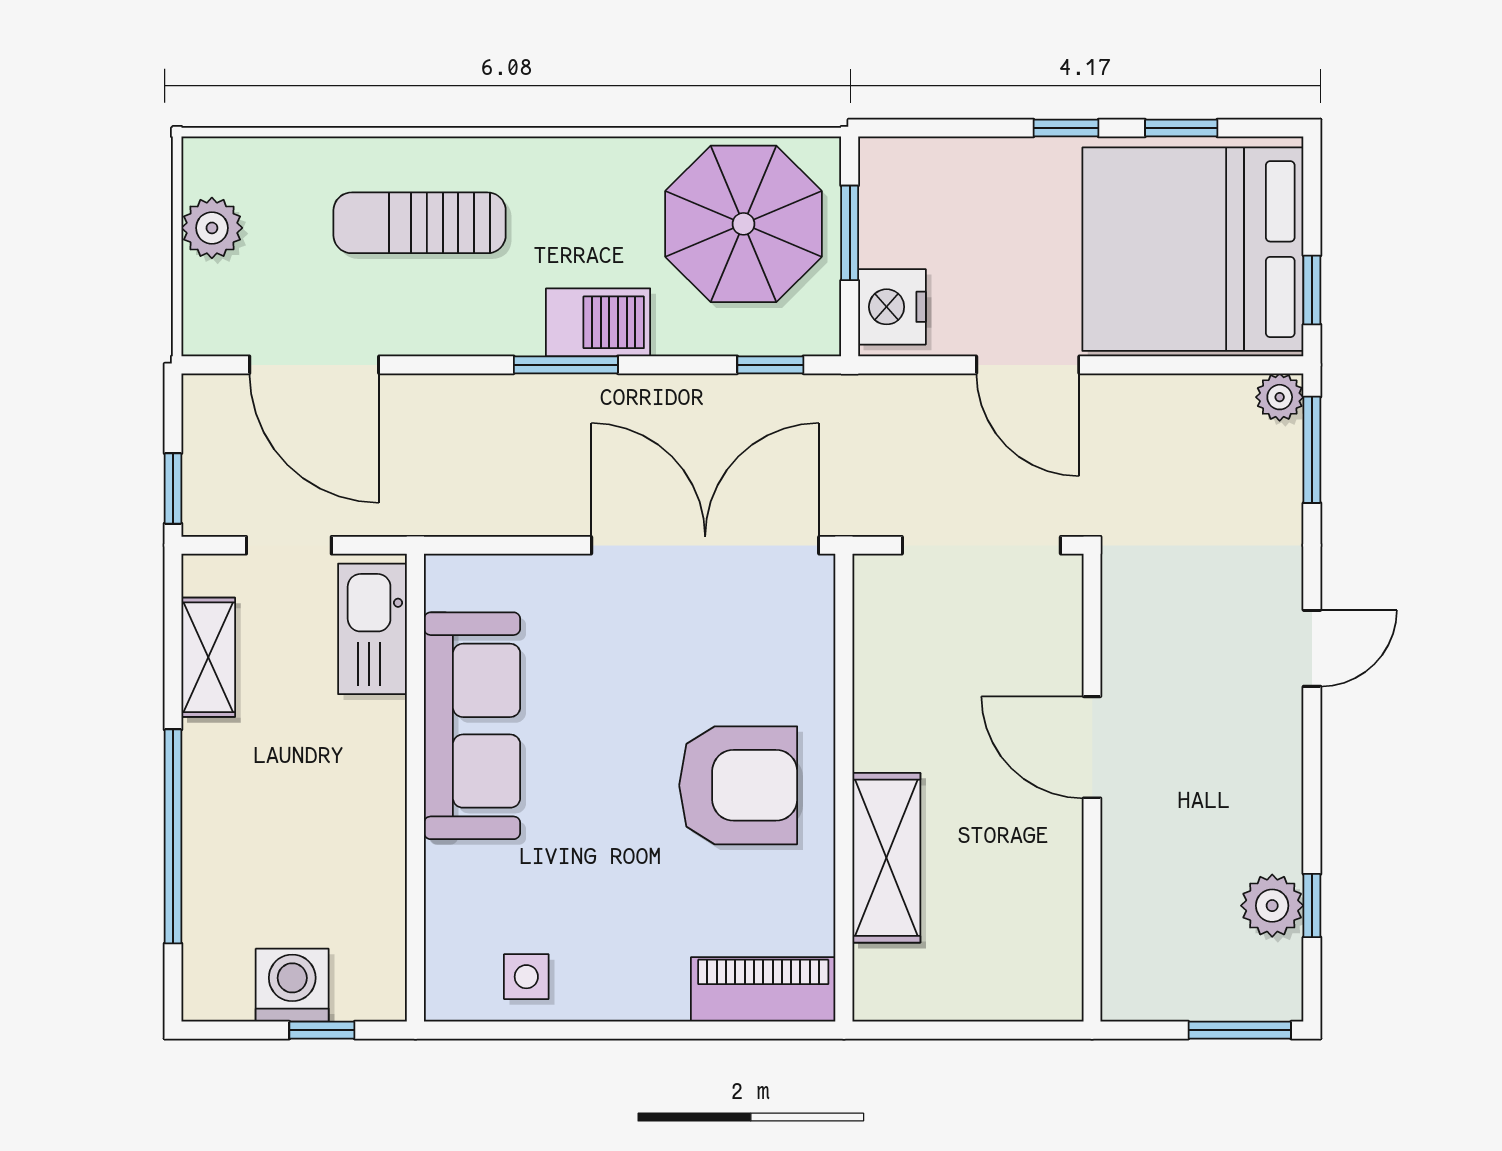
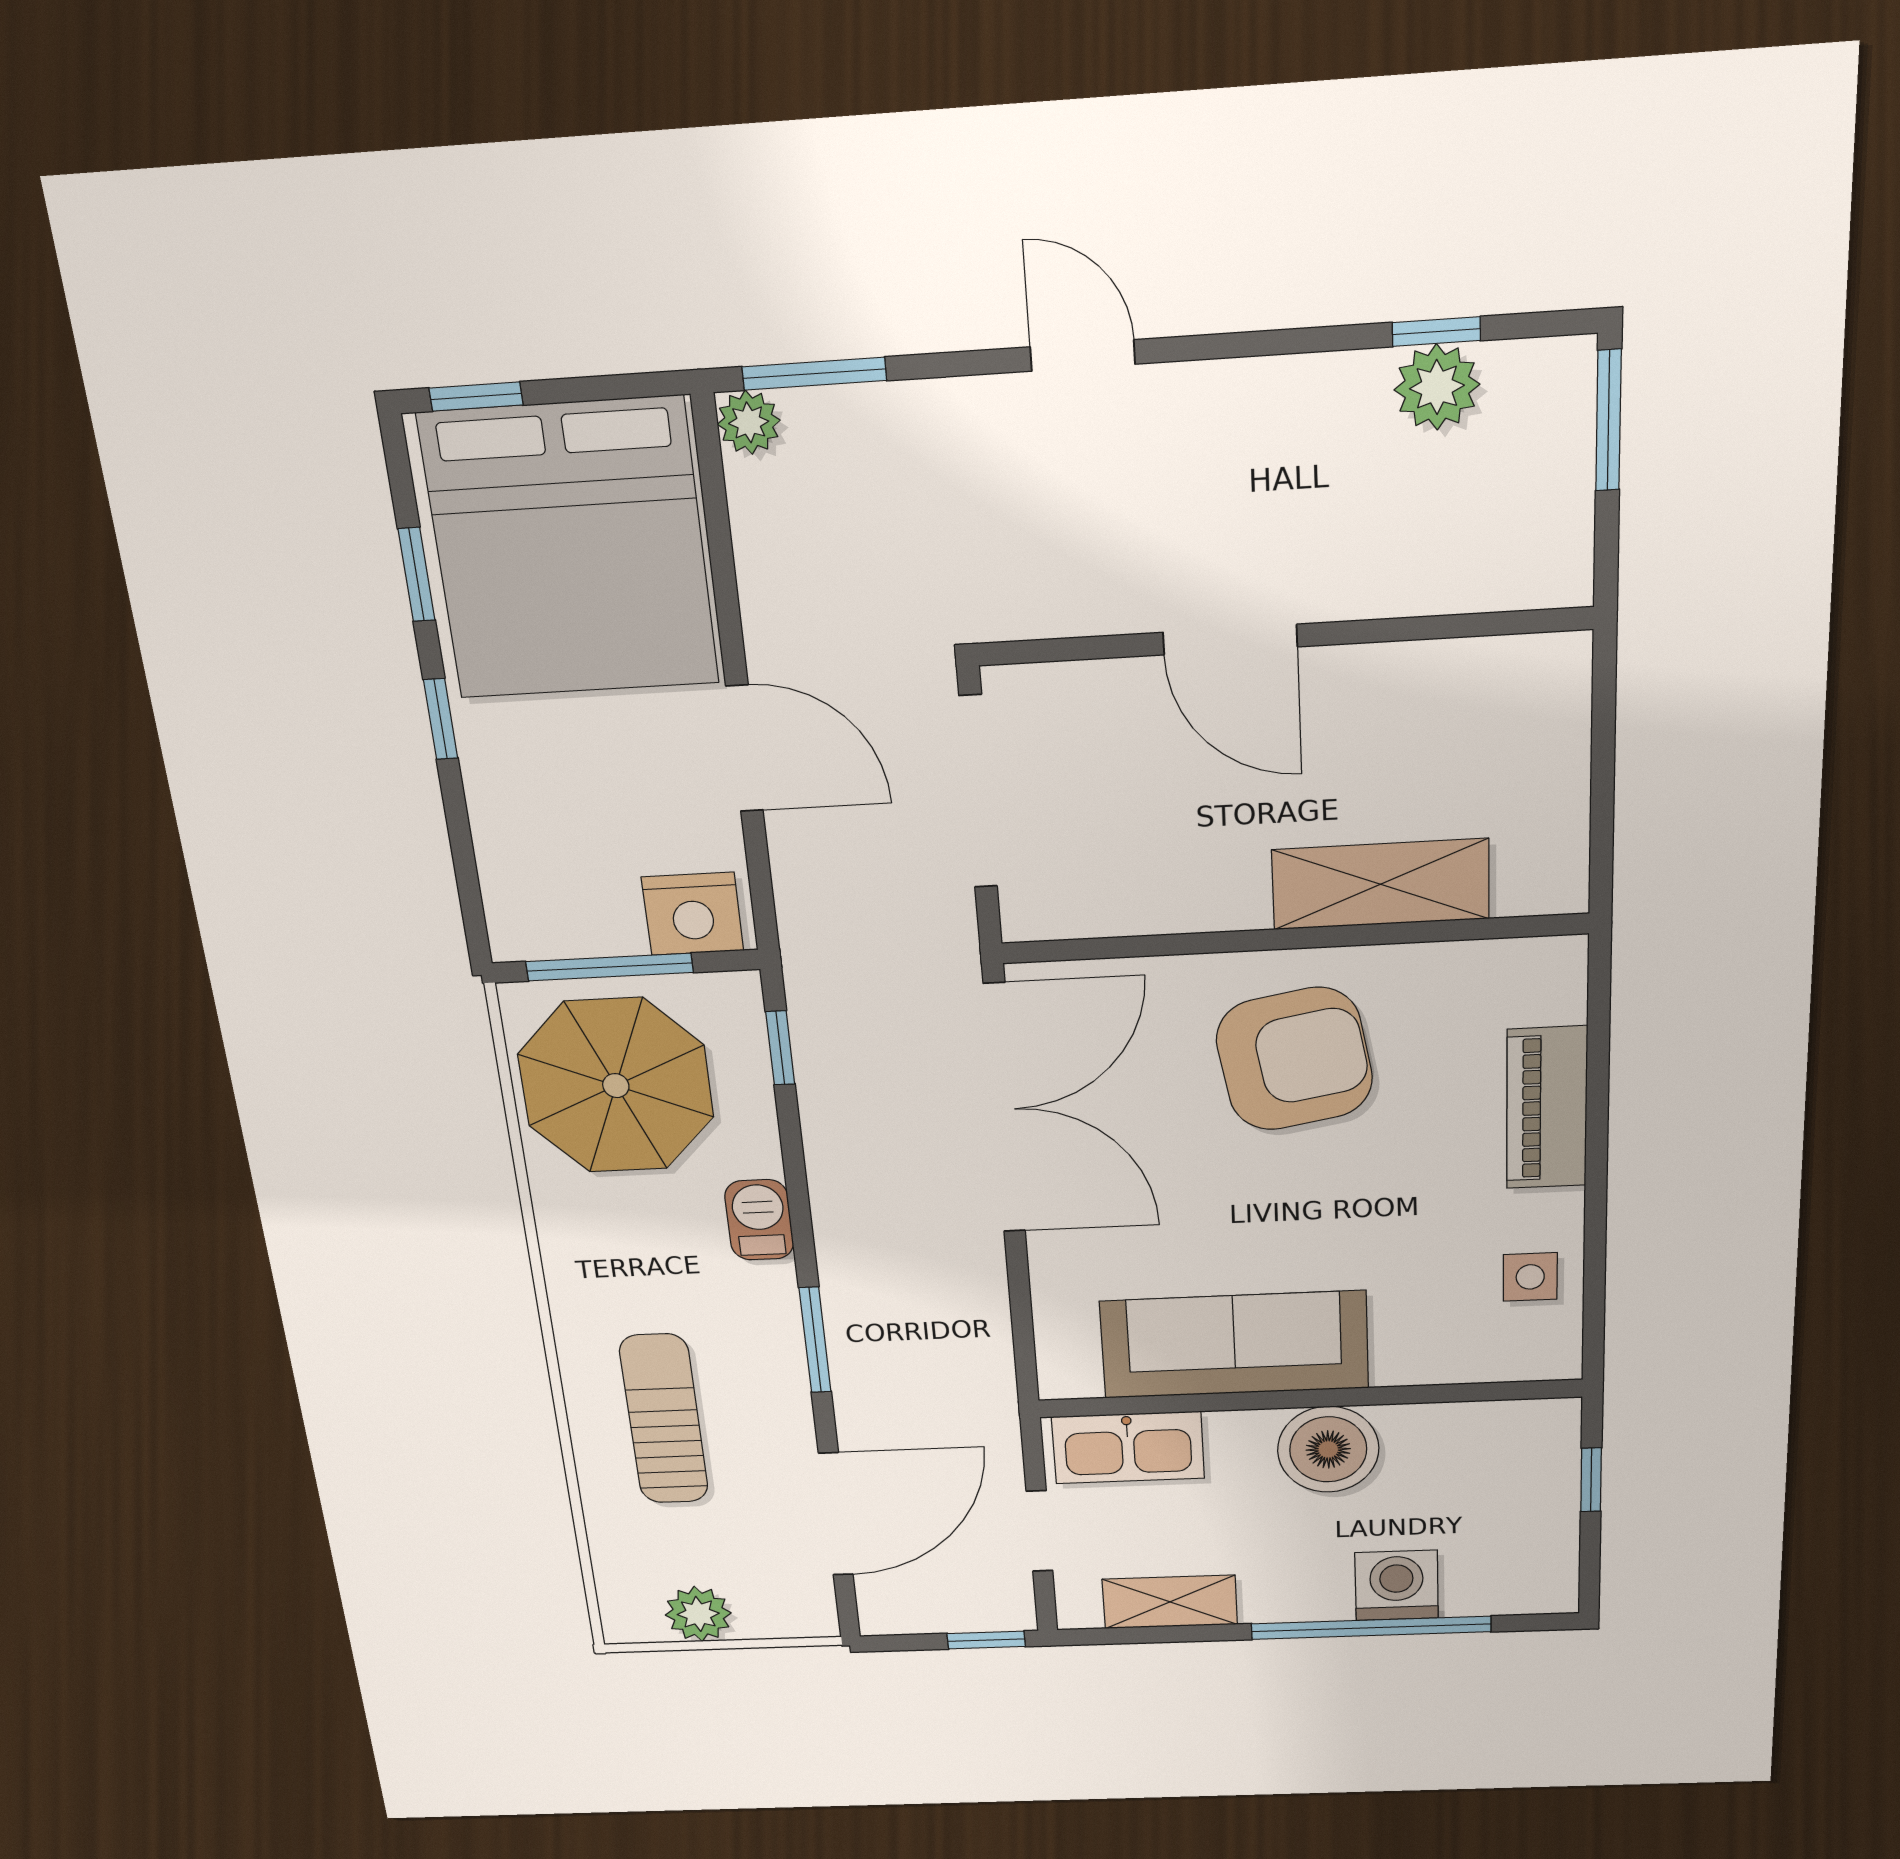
sun lounger: (420, 223) -> (664, 1419), turned 180
window: (850, 233) -> (609, 967), width x1.44
window: (1312, 290) -> (476, 397), moved
barbecue: (598, 322) -> (759, 1220), width x0.73, depth x0.79
window: (566, 365) -> (815, 1340), moved
door: (1028, 365) -> (744, 748), hinge flipped
double door: (705, 545) -> (1005, 1109), swing flipped
door: (1092, 747) -> (1230, 640), hinge flipped
armchair: (738, 785) -> (1294, 1059), turned 80
boiler: (363, 803) -> (1328, 1449), added
washing machine: (292, 985) -> (1397, 1585), moved, turned 90
piano: (763, 989) -> (1547, 1108), moved

